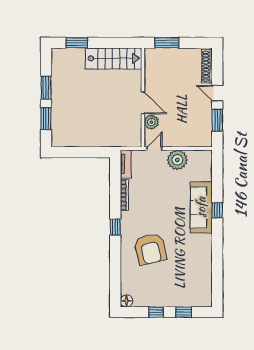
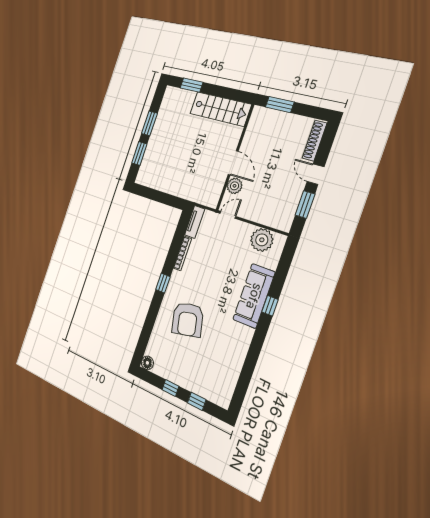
plant: (177, 160) -> (262, 240), moved

